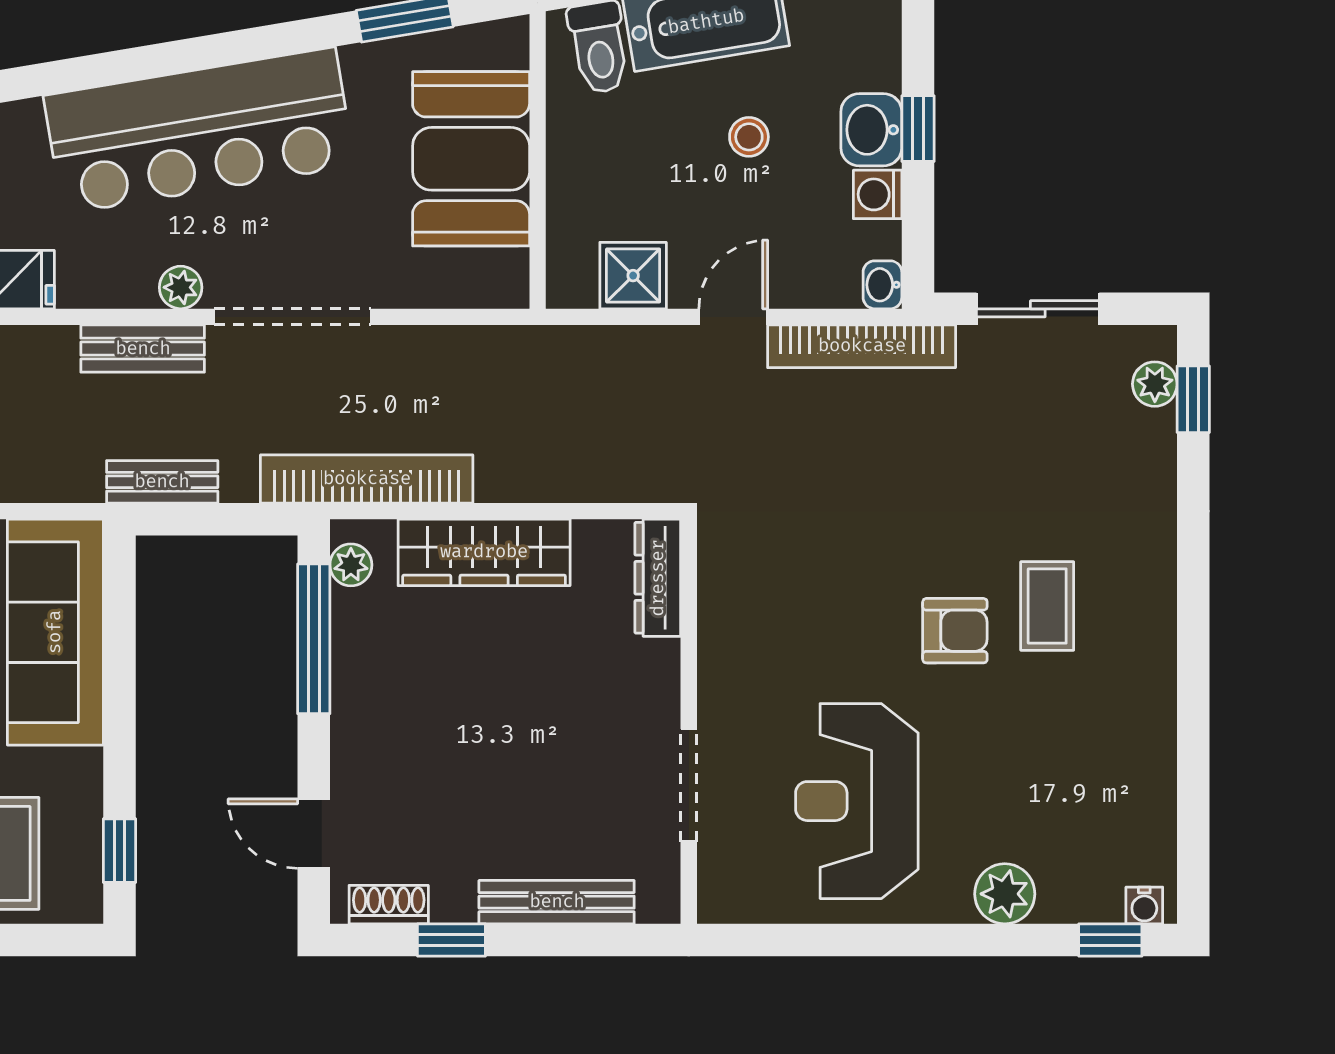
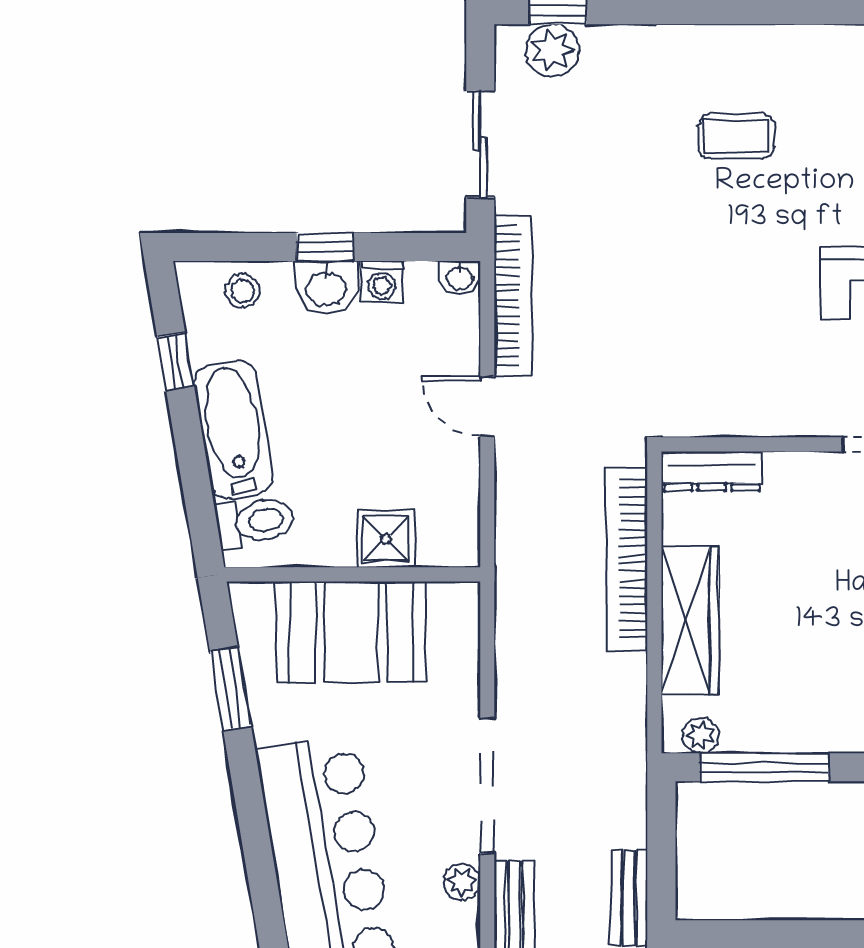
stool: (749, 137) -> (242, 291), moved
shower: (633, 276) -> (386, 539), moved
plant: (1155, 384) -> (552, 50), width x1.38, depth x1.38
bookcase: (367, 479) -> (627, 559), moved
armchair: (955, 631) -> (757, 215), removed

